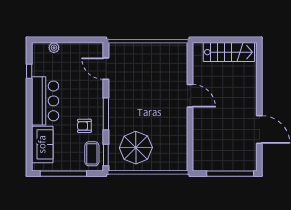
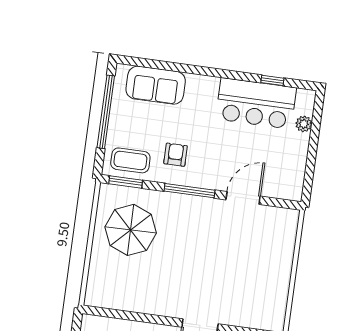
door: (106, 69) -> (243, 198), moved
bar counter: (45, 101) -> (256, 103), moved

